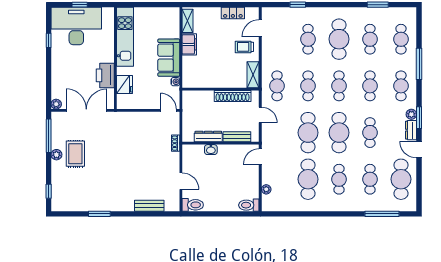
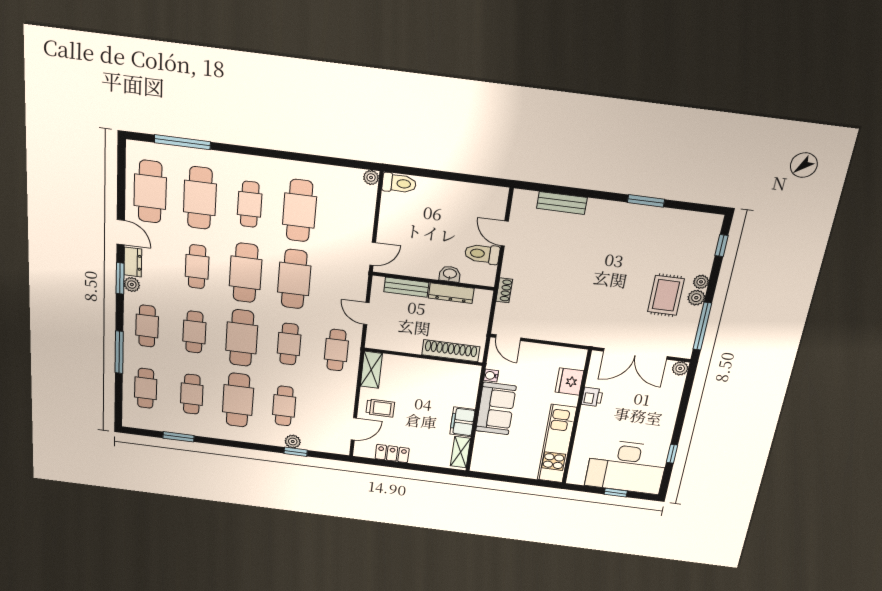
plant: (300, 12) -> (293, 442), added
printer: (105, 75) -> (592, 397), width x0.53, depth x0.68
cafe table: (339, 86) -> (242, 338), width x1.37, depth x1.35
shoe rack: (233, 96) -> (451, 351), moved
plant: (56, 166) -> (701, 282), added
cafe table: (370, 179) -> (200, 198), width x1.37, depth x1.35
plant: (266, 189) -> (371, 177), moved
toilet: (193, 205) -> (482, 254), moved

